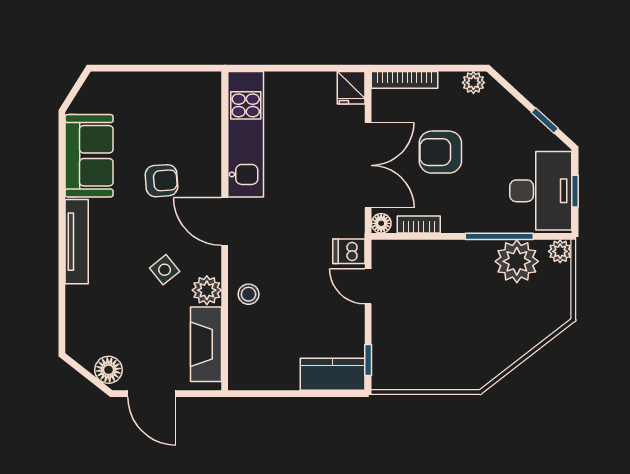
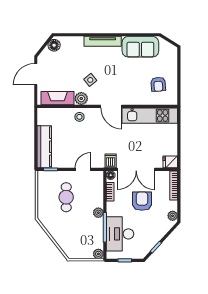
armchair: (162, 181) -> (158, 84), moved
desk: (541, 191) -> (120, 234), moved, turned 90
door: (225, 222) -> (111, 106), swing flipped
dishwasher: (349, 251) -> (111, 161), moved
plant: (517, 261) -> (98, 213), moved, width x0.53, depth x0.53
cafe table: (431, 324) -> (66, 197), added
floor lamp: (108, 370) -> (54, 45), moved
kitchen counter: (333, 374) -> (44, 147), width x1.50

